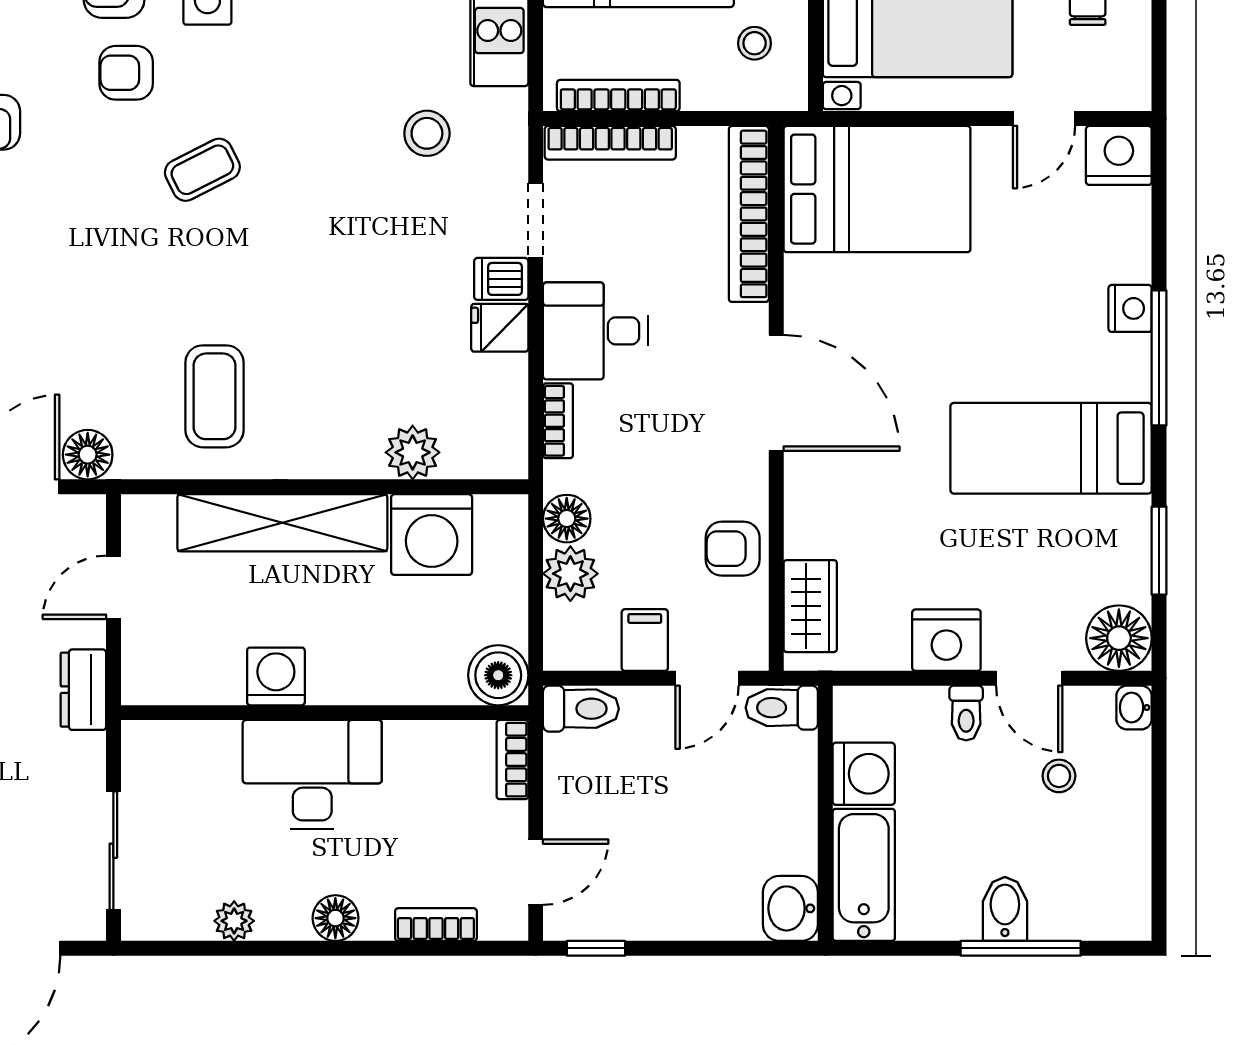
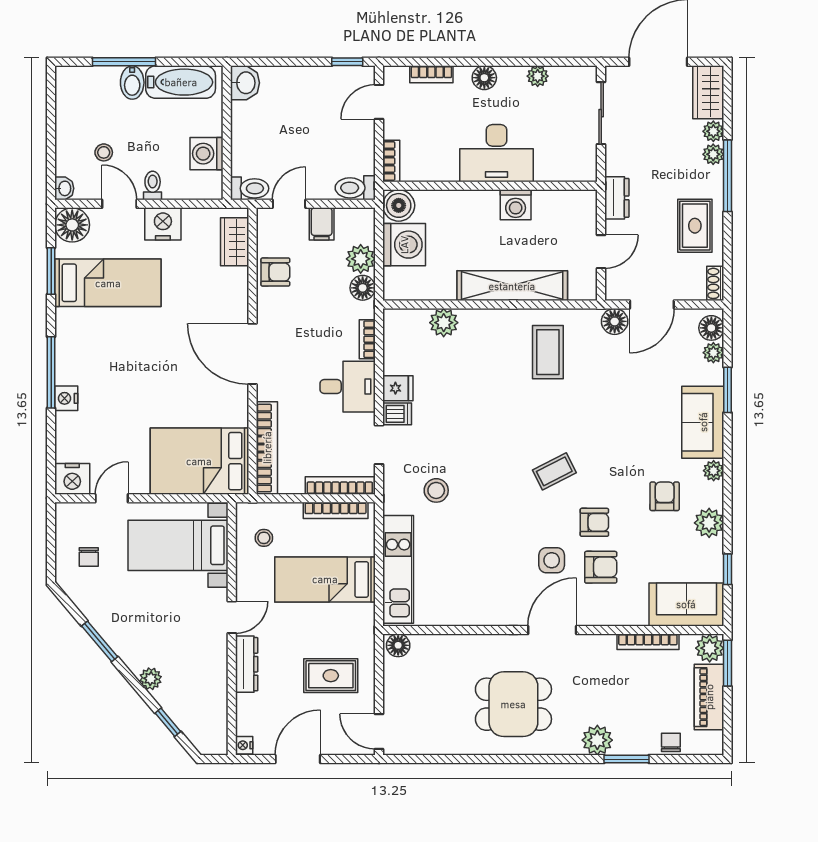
bed: (1051, 448) -> (108, 283), moved
washing machine: (432, 535) -> (404, 245), moved, turned 90
bathtub: (864, 875) -> (181, 82), moved, turned -90

